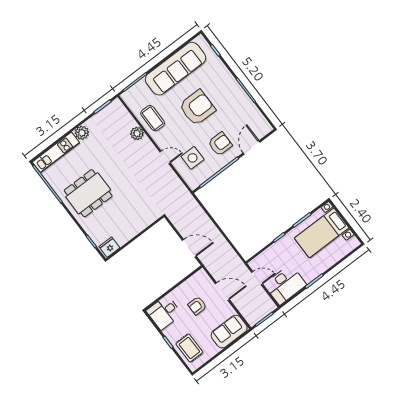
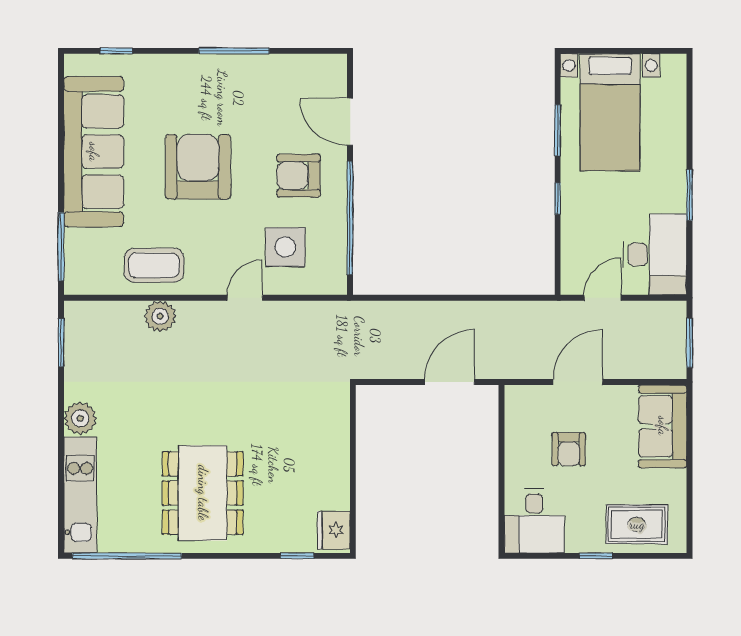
armchair: (220, 144) -> (299, 176), turned -90

